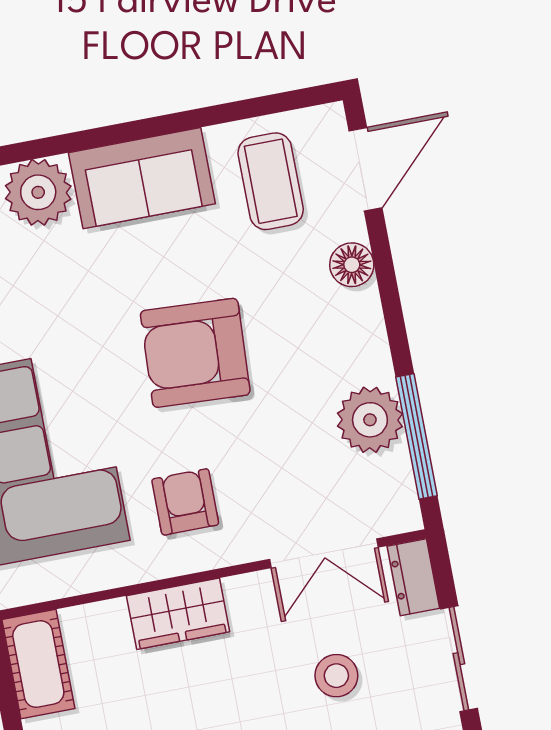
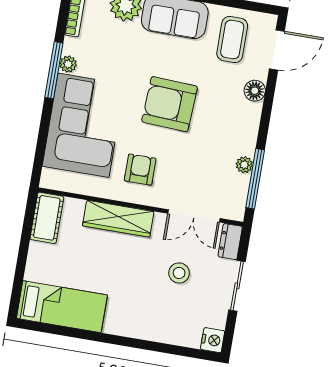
plant: (370, 420) -> (244, 165), width x0.53, depth x0.53
wardrobe: (178, 614) -> (118, 219), width x1.50

